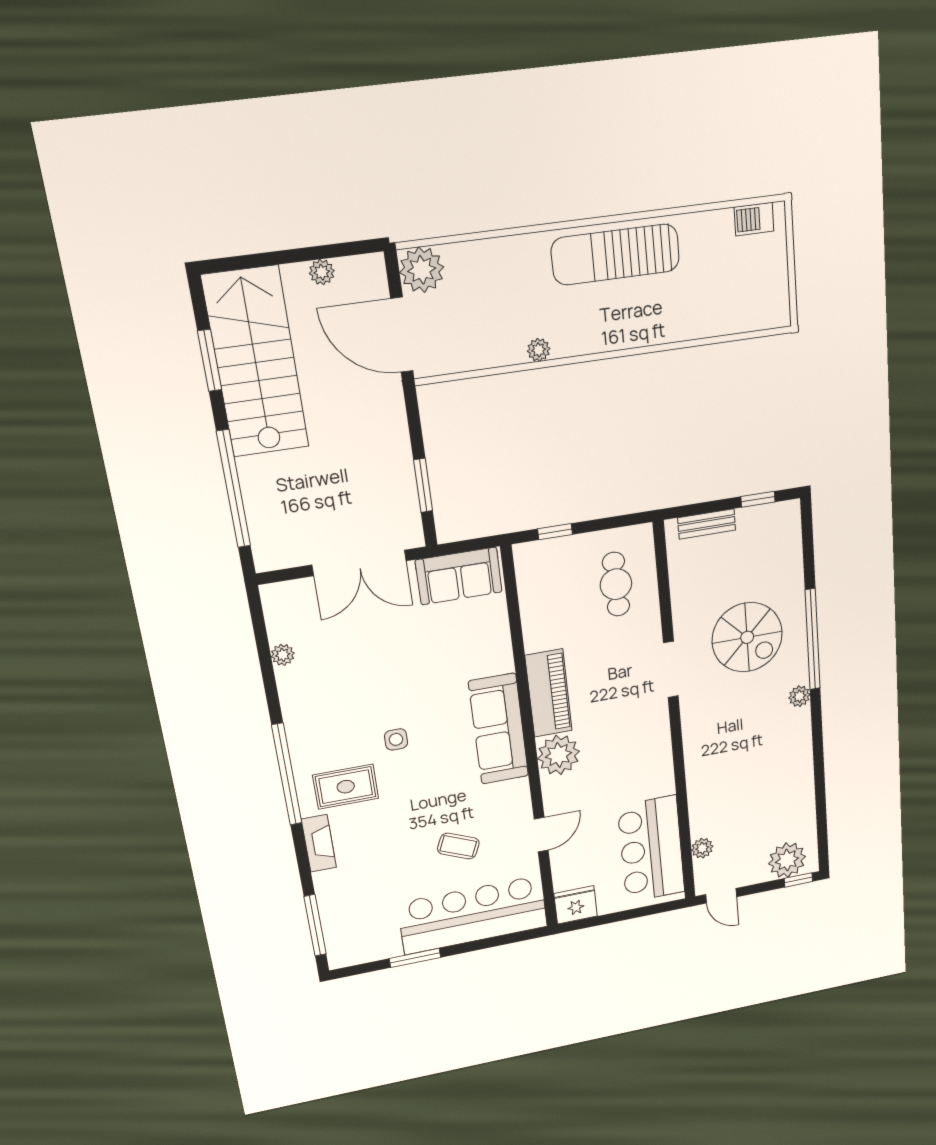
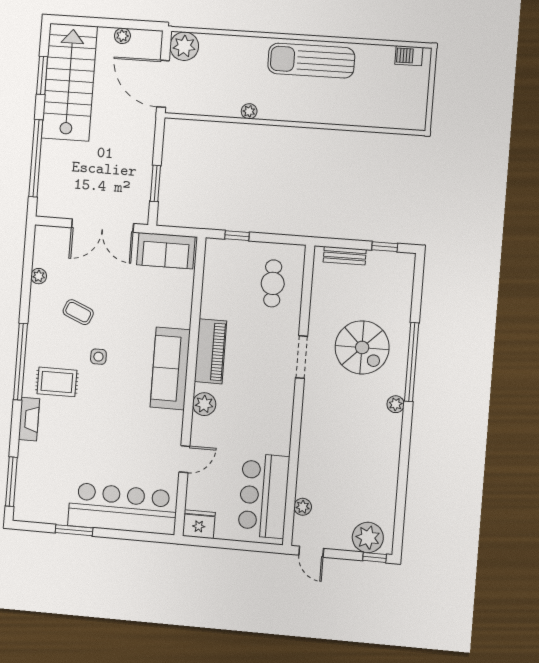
plant: (558, 755) -> (204, 404), width x0.73, depth x0.73
coffee table: (458, 846) -> (78, 312), moved

